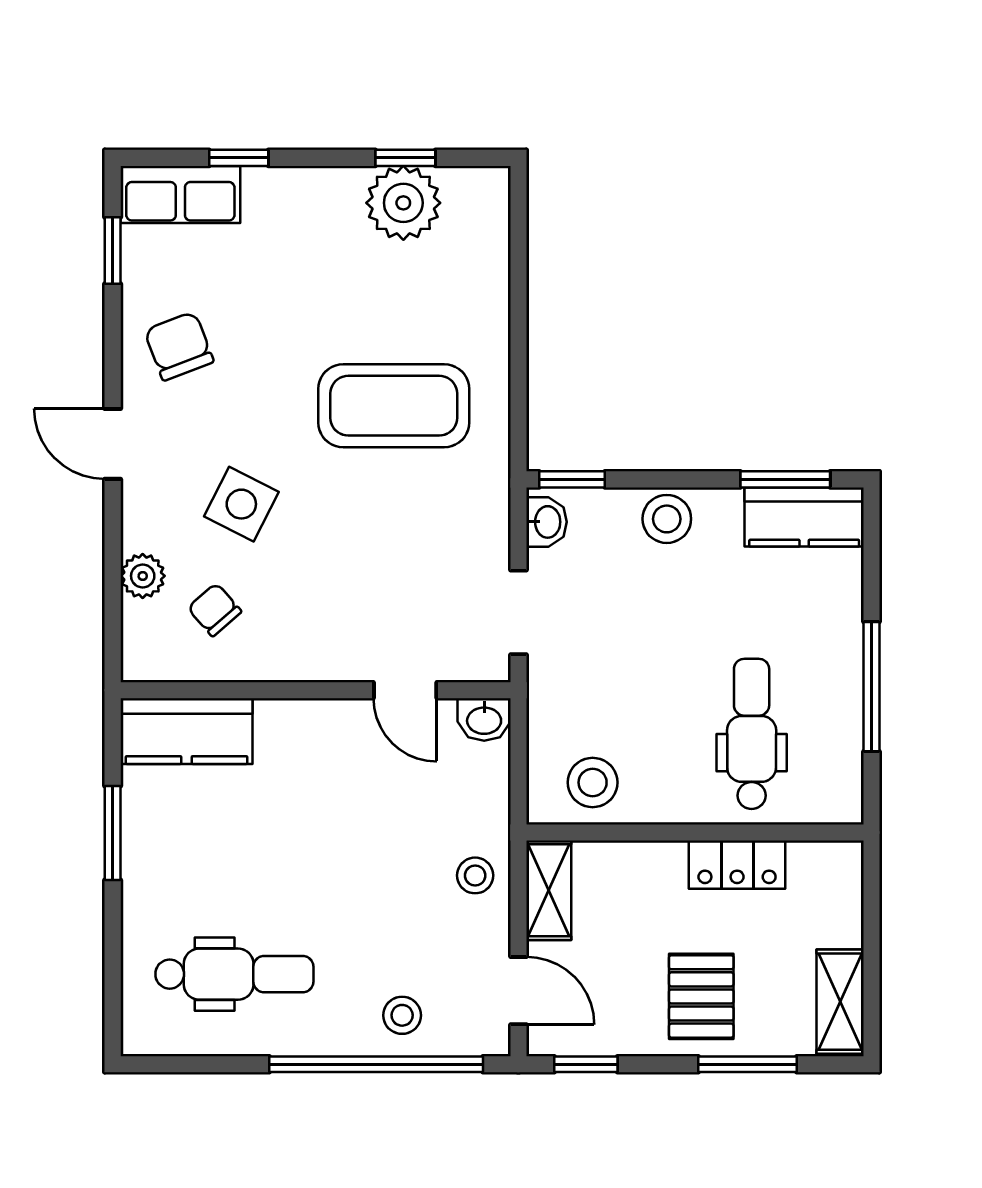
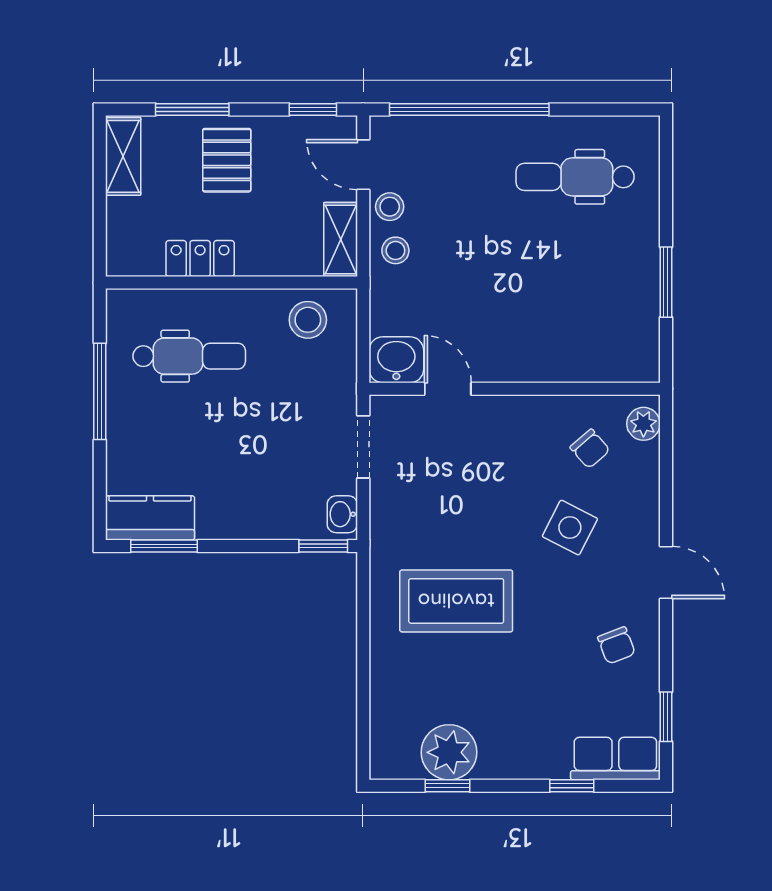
chair: (179, 346) -> (616, 645), width x0.73, depth x0.73
stool: (667, 519) -> (252, 516), removed
plant: (143, 576) -> (643, 424), moved
washbasin: (484, 719) -> (396, 360), width x1.38, depth x1.45
kitchen counter: (186, 731) -> (611, 358), removed
dental chair: (752, 734) -> (189, 356), turned -90
stool: (402, 1015) -> (390, 207), moved

